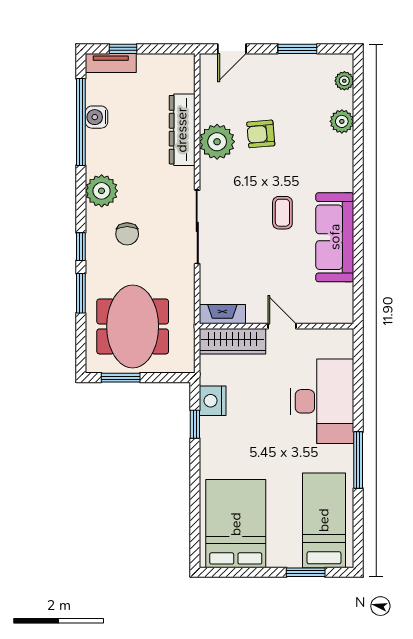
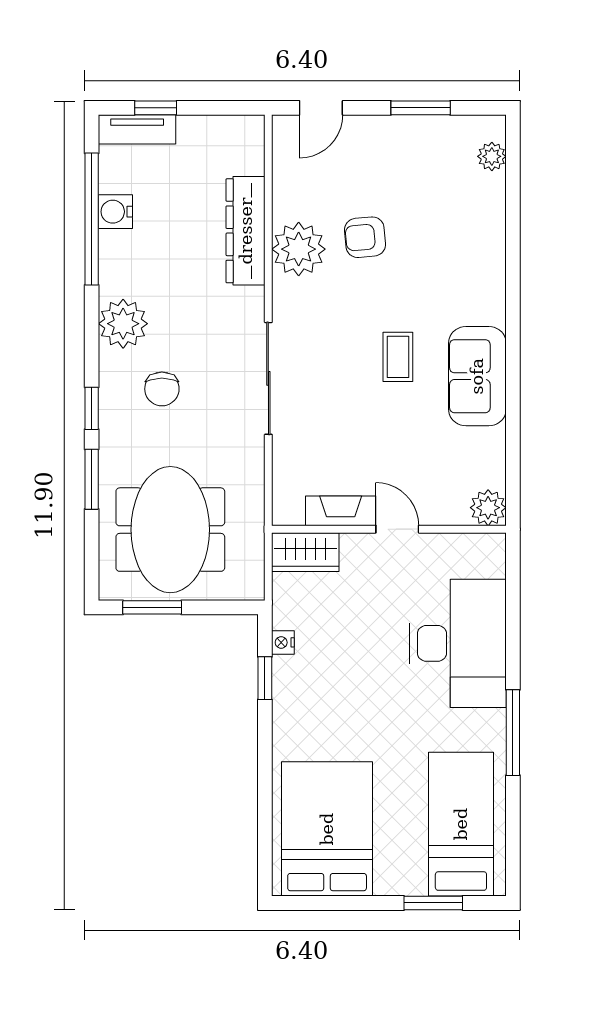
plant: (342, 121) -> (488, 508), moved
sofa: (335, 237) -> (477, 376), width x0.73
fireplace: (222, 314) -> (341, 511), moved
wardrobe: (233, 341) -> (305, 552), width x0.67
nightstand: (213, 401) -> (283, 642), width x0.53, depth x0.56

